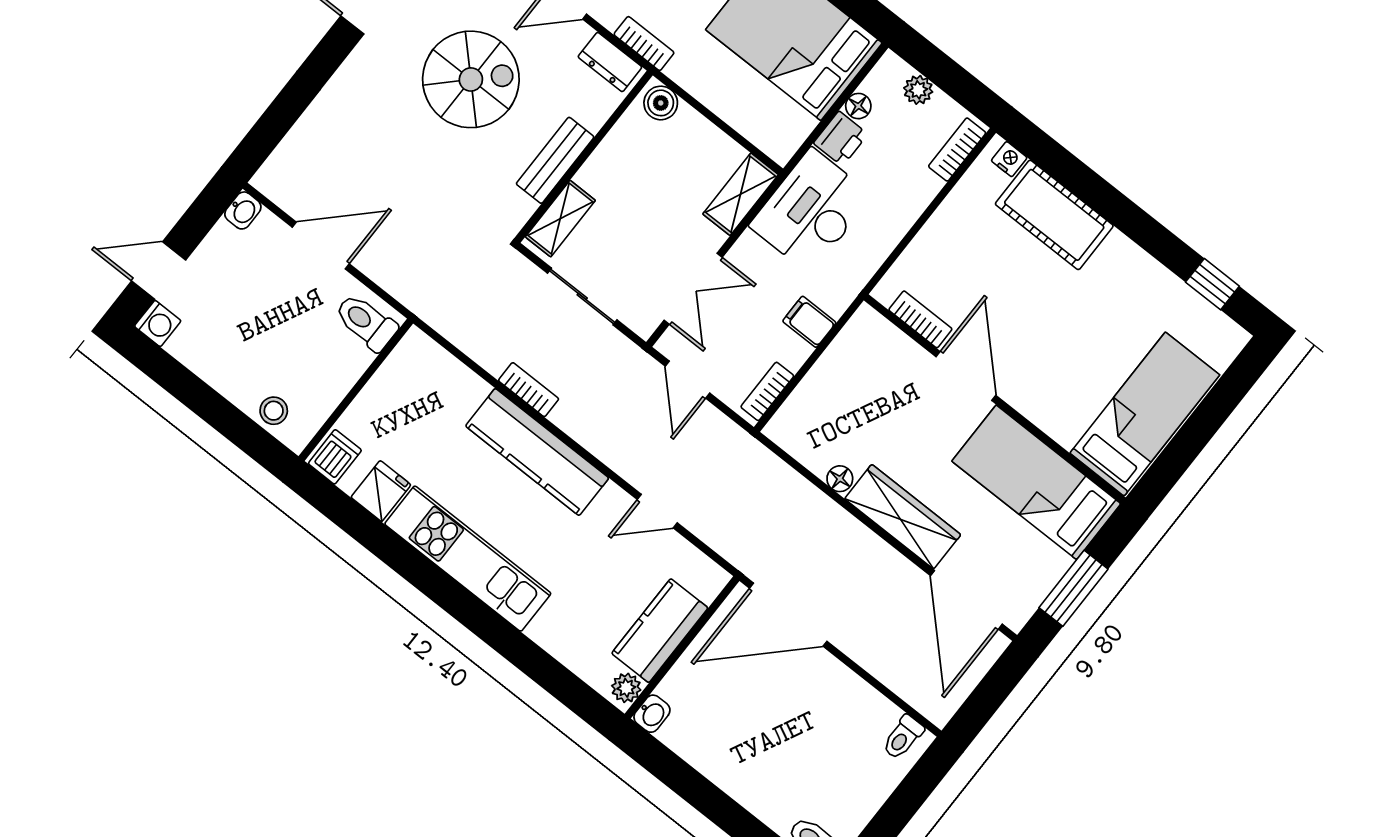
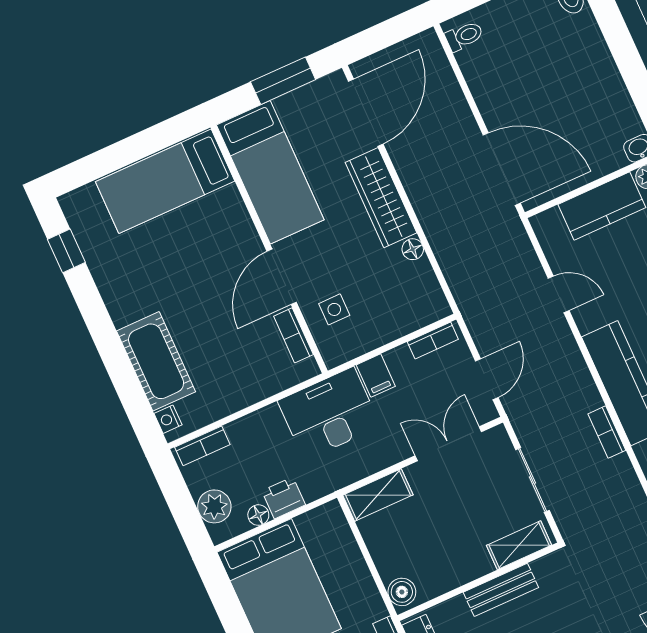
plant: (918, 90) -> (214, 506), width x1.38, depth x1.38
desk: (811, 211) -> (329, 414), moved, turned 180
side table: (891, 370) -> (334, 309), added

